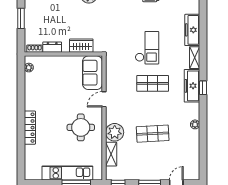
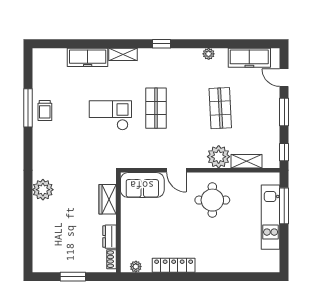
freezer: (192, 86) -> (249, 58), moved
locker: (30, 128) -> (174, 265), moved

